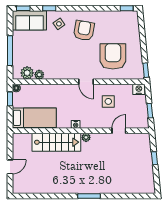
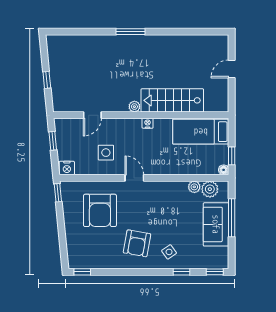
sofa: (29, 20) -> (216, 224), moved, turned -90

